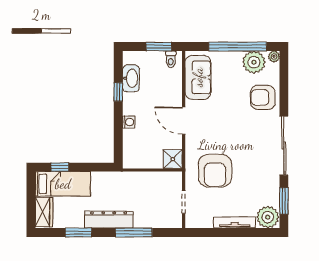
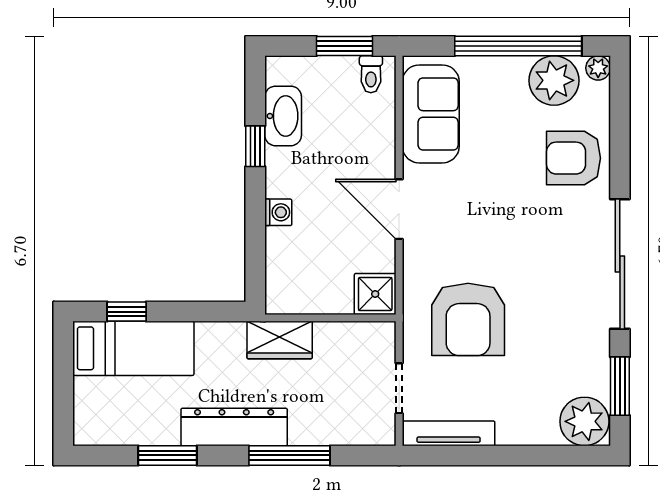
wardrobe: (44, 212) -> (280, 340), moved, turned 90
tv unit: (235, 222) -> (449, 433), moved

